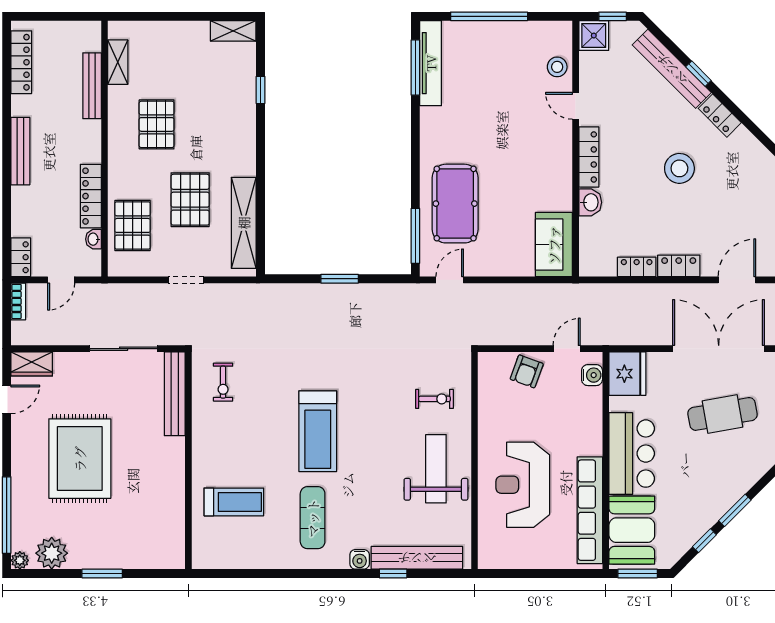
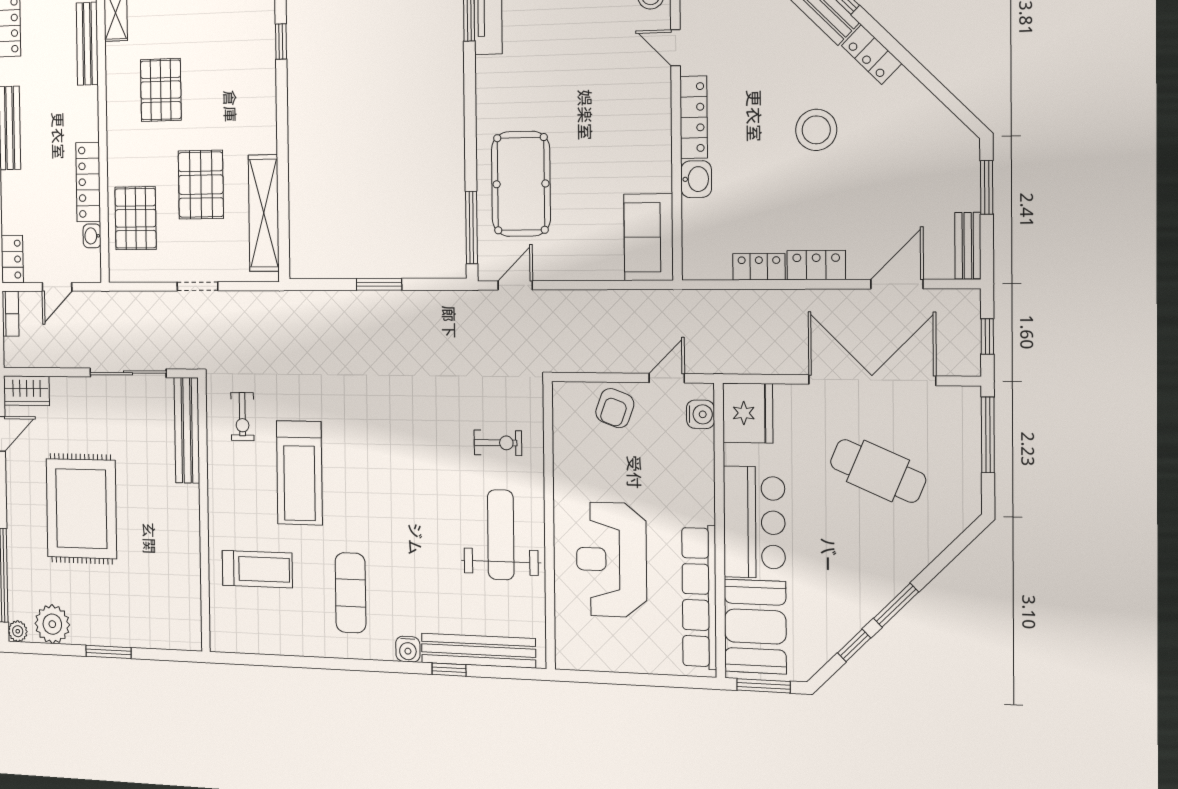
cafe table: (722, 414) -> (878, 471), turned 33
treadmill: (318, 431) -> (299, 473), moved

